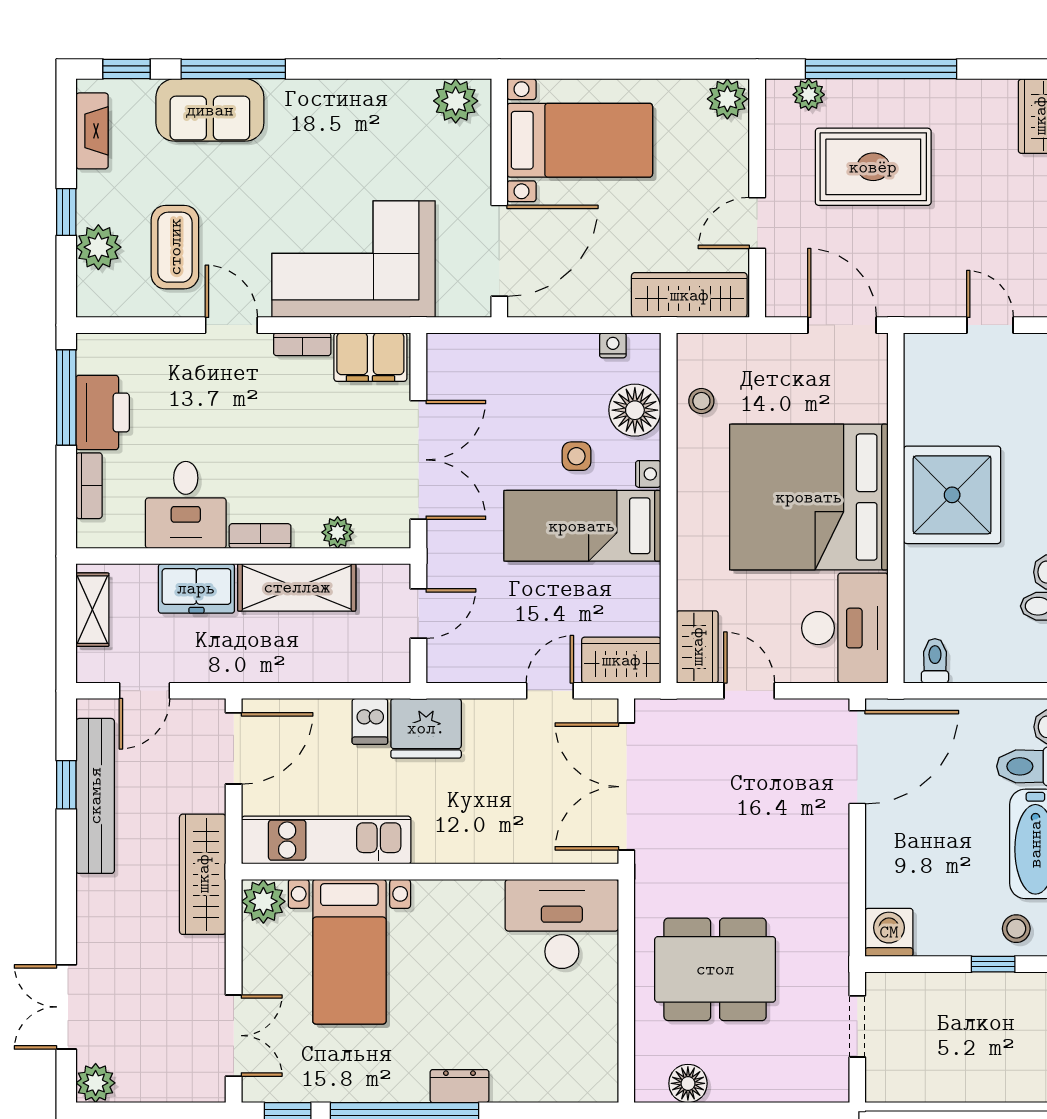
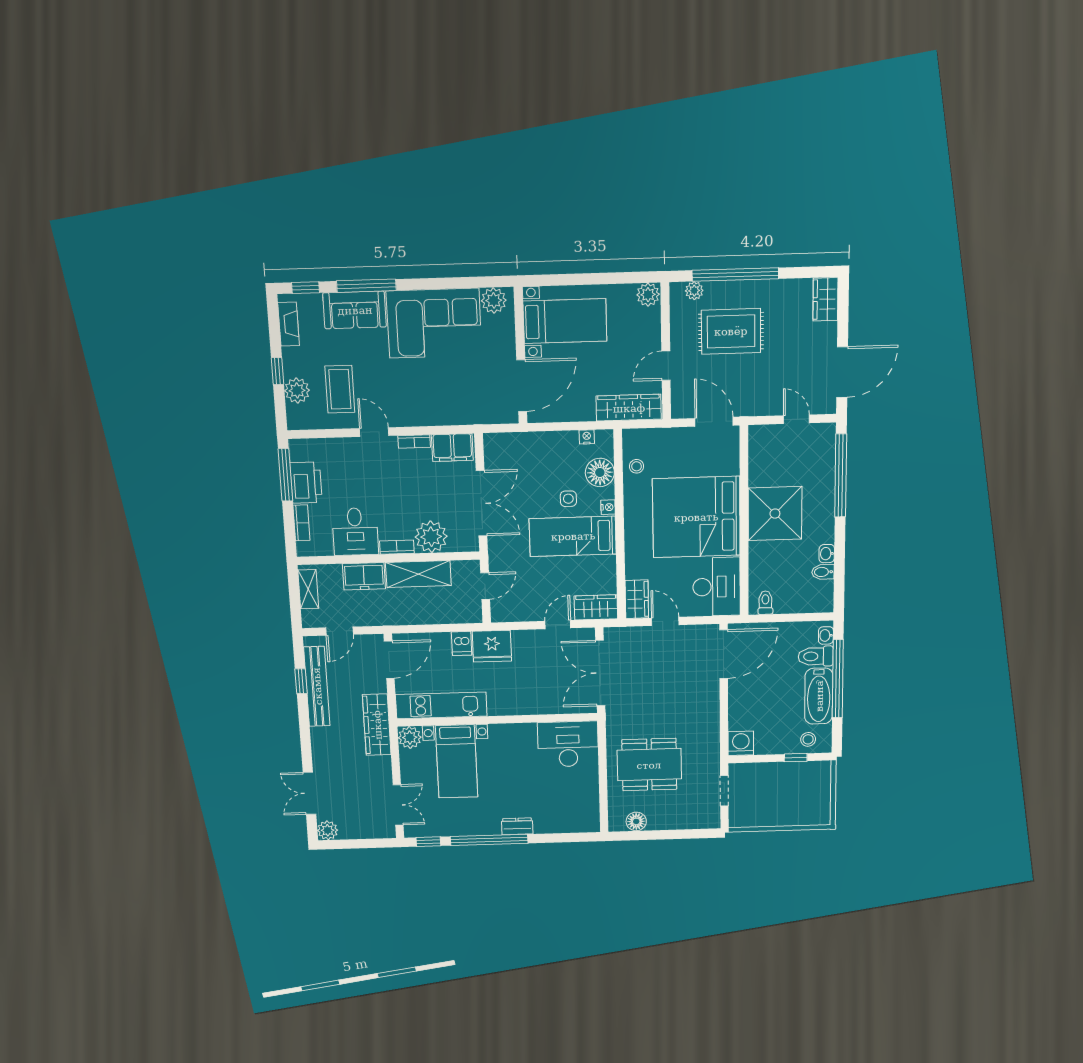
corner sofa: (353, 259) -> (434, 323), moved, turned 180
plant: (338, 532) -> (431, 537), width x1.88, depth x1.88

